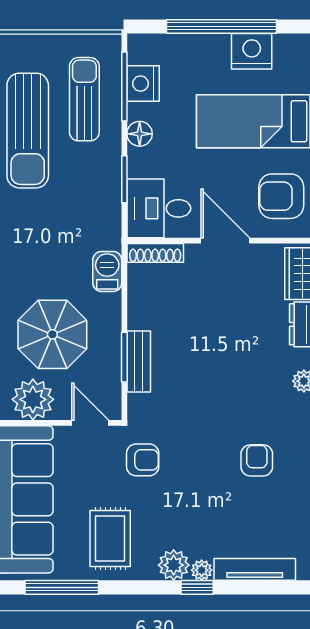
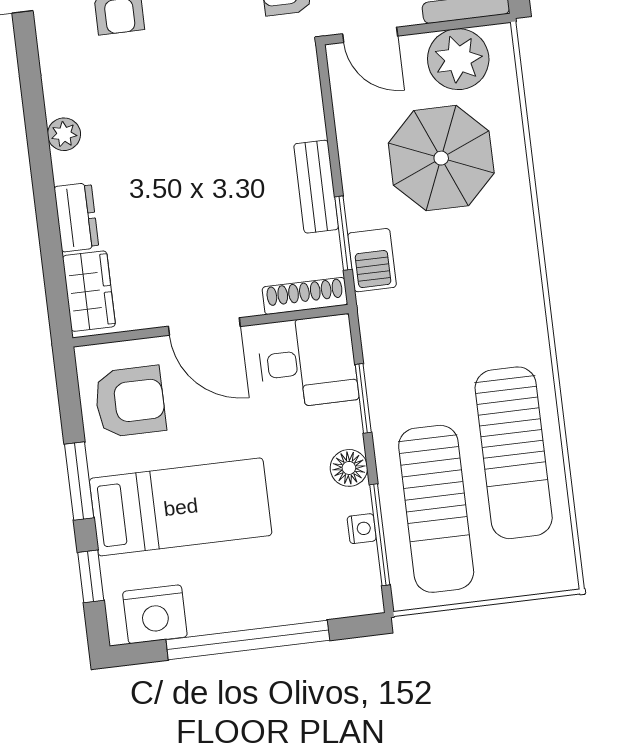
nightstand: (252, 51) -> (155, 614), moved
nightstand: (143, 84) -> (362, 529), width x0.53, depth x0.56
sun lounger: (84, 99) -> (436, 509), width x1.36, depth x1.34
sun lounger: (28, 131) -> (514, 453), turned 180
window: (124, 357) -> (343, 233), moved
bench: (139, 361) -> (316, 187), moved

